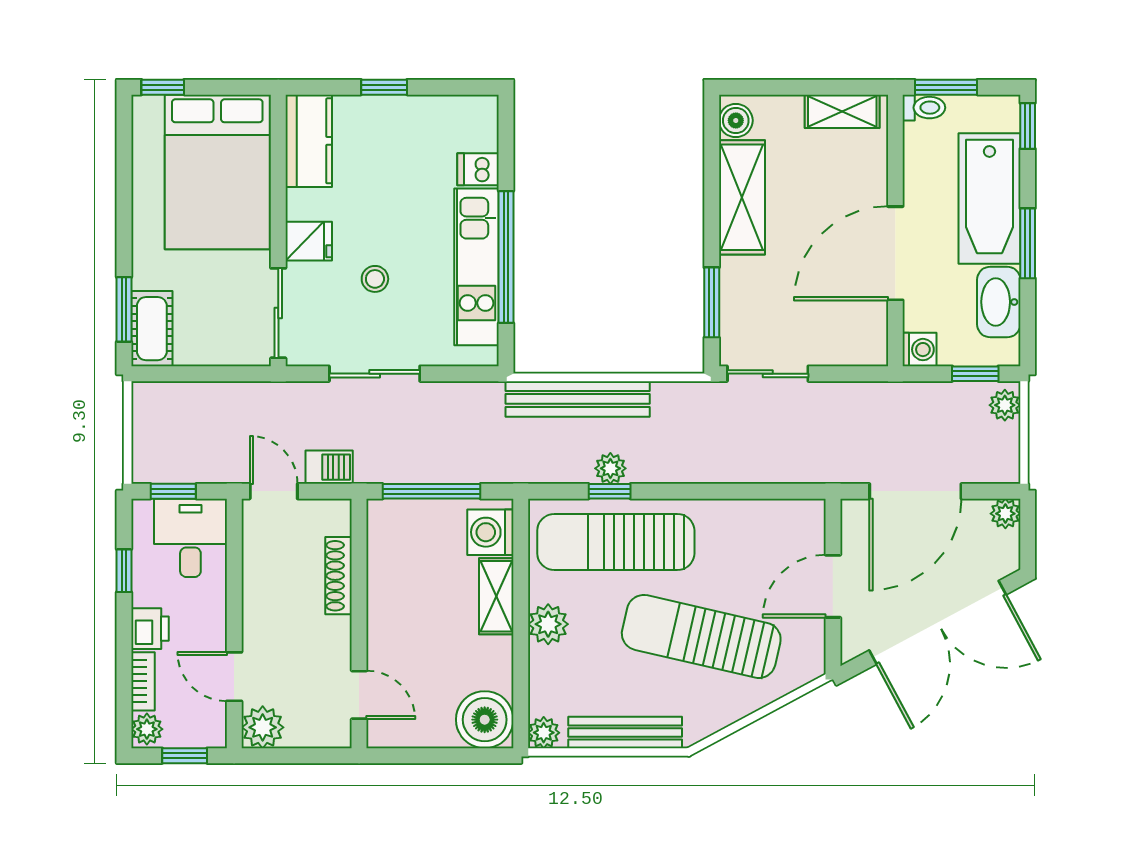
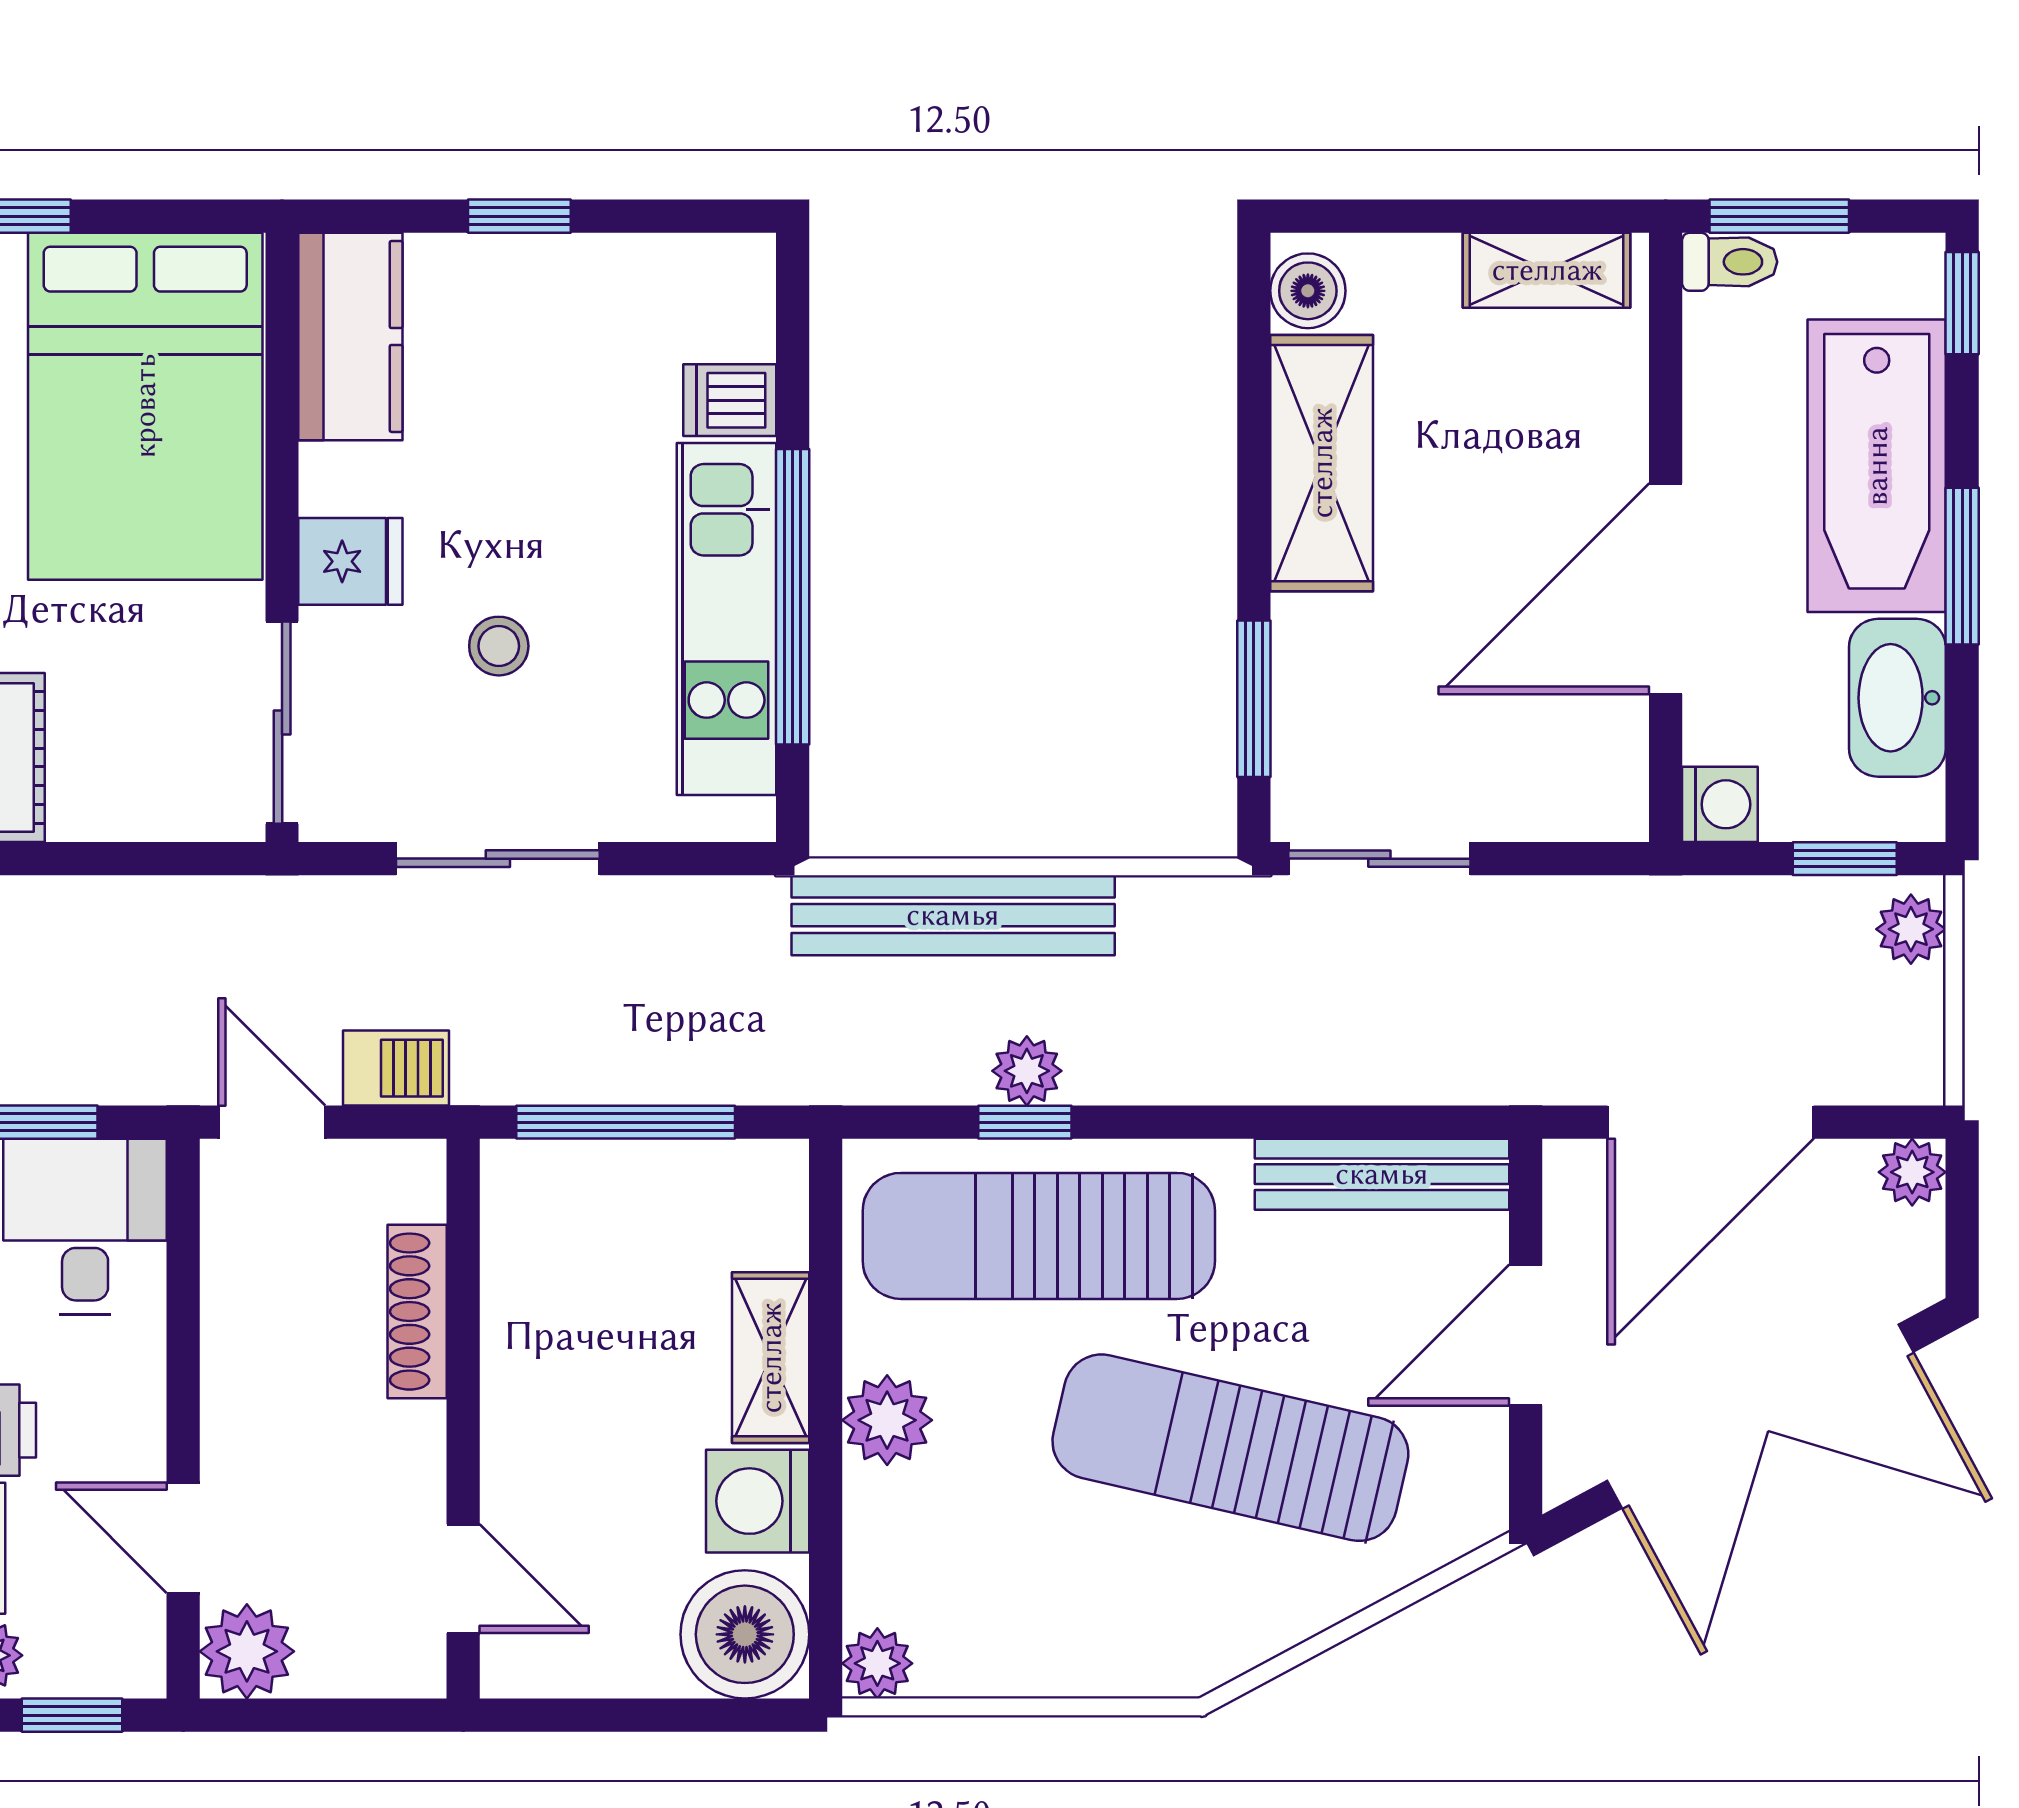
washing machine: (490, 532) -> (758, 1501), moved
bench: (625, 732) -> (1382, 1174), moved

